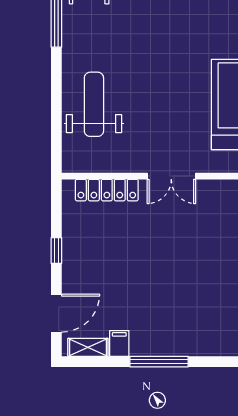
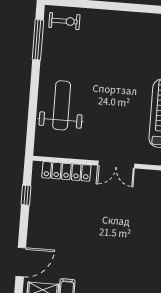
window: (56, 251) -> (26, 195), moved

